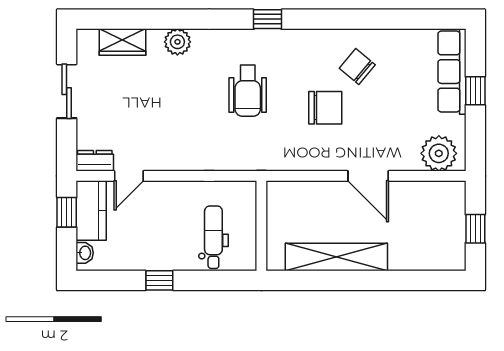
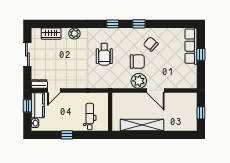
window: (329, 19) -> (139, 24), added
plant: (439, 153) -> (139, 81), moved

